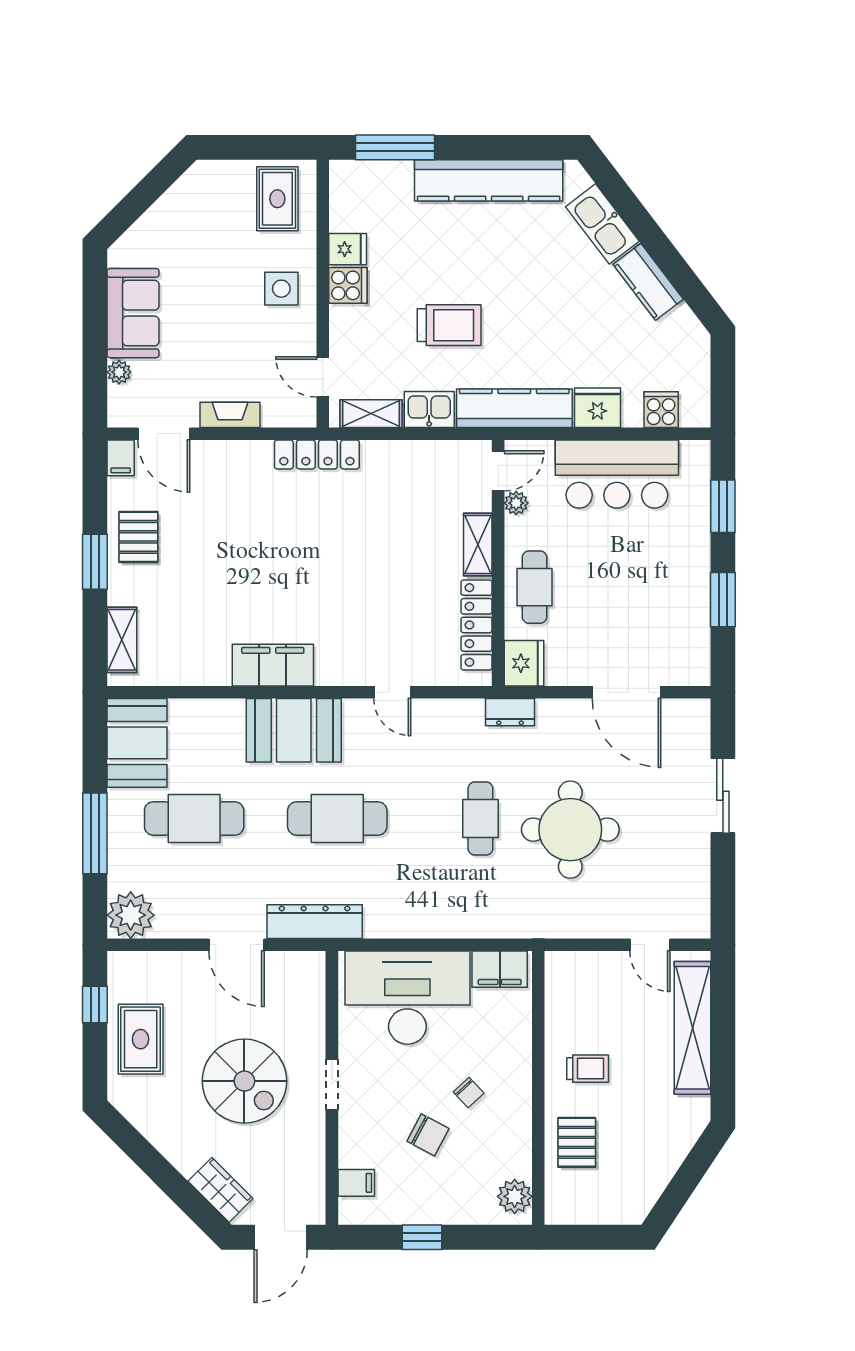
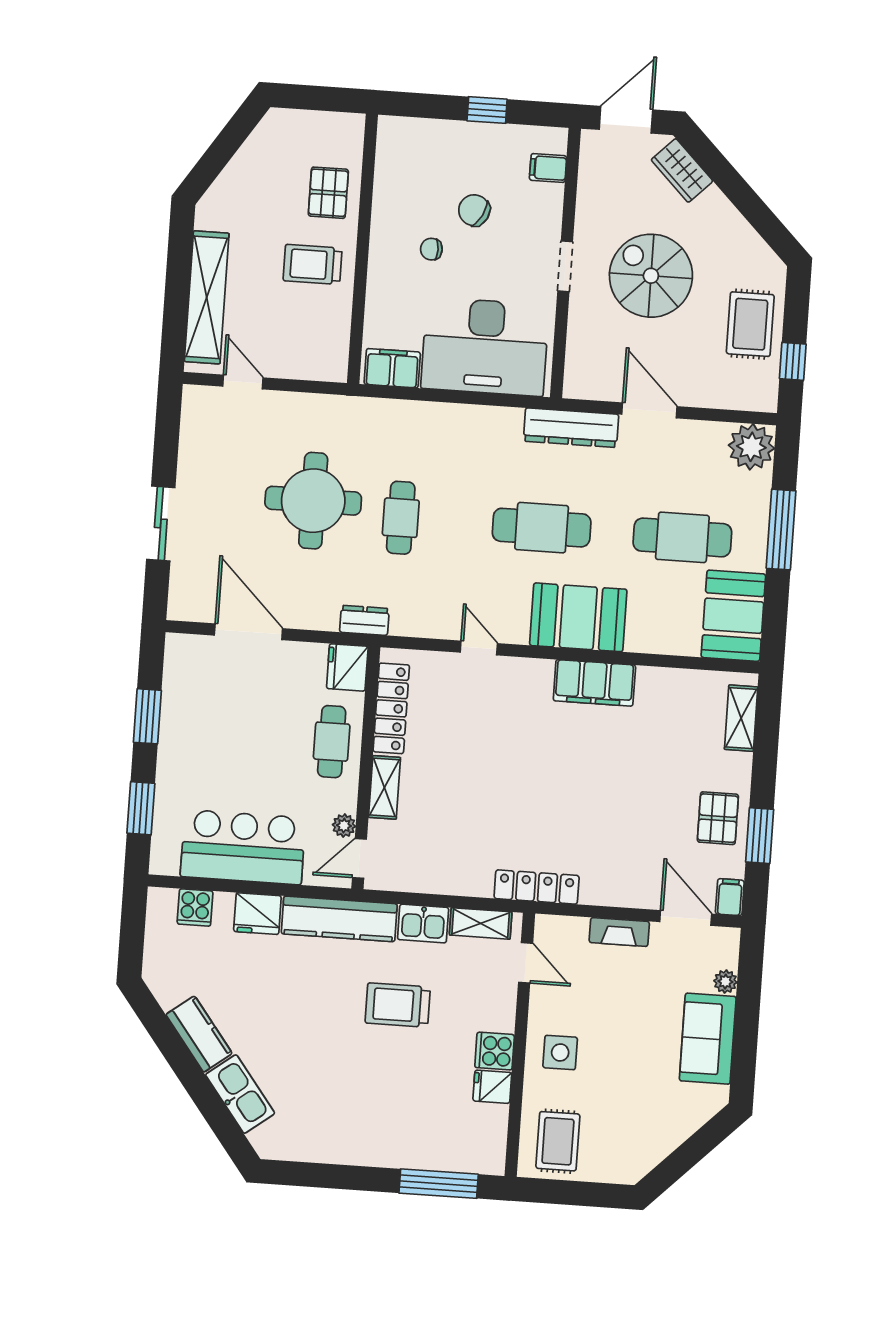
kitchen counter: (489, 180) -> (349, 1145), removed
window: (95, 562) -> (760, 836), moved
trolley: (588, 1069) -> (313, 264), width x1.36, depth x1.39
chair: (469, 1092) -> (431, 249), turned -47
plant: (515, 1196) -> (393, 144), removed

